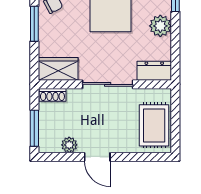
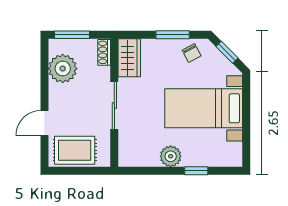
dresser: (154, 71) -> (127, 150), removed
plant: (69, 145) -> (63, 69), width x1.88, depth x1.88
door: (97, 157) -> (44, 123), moved

